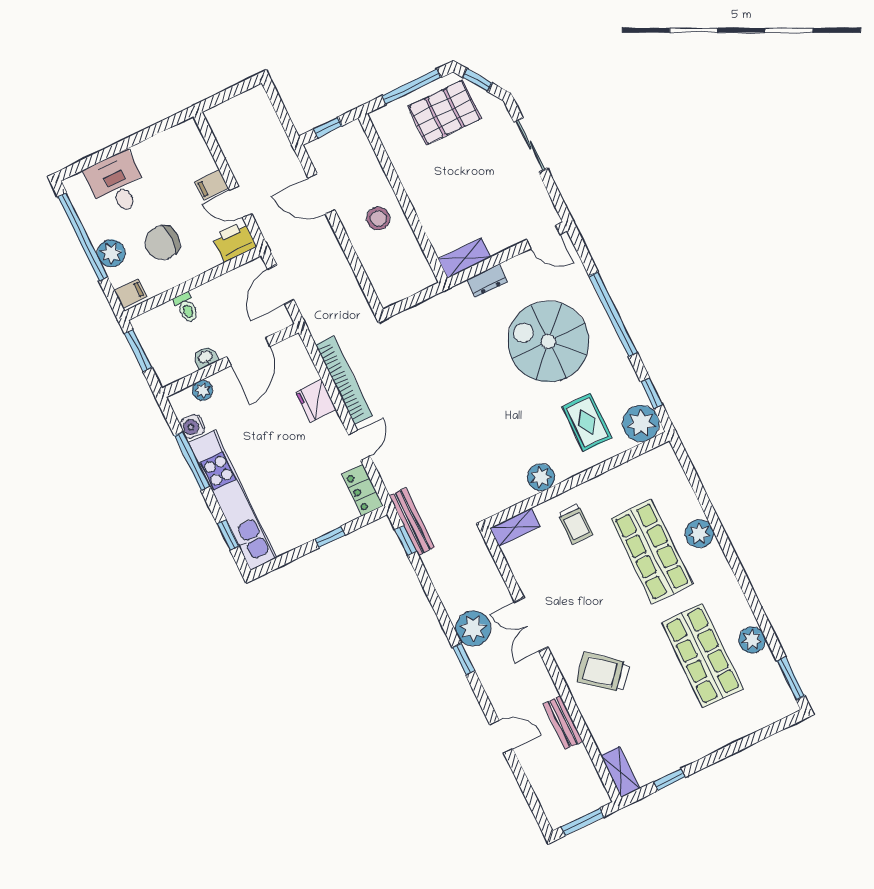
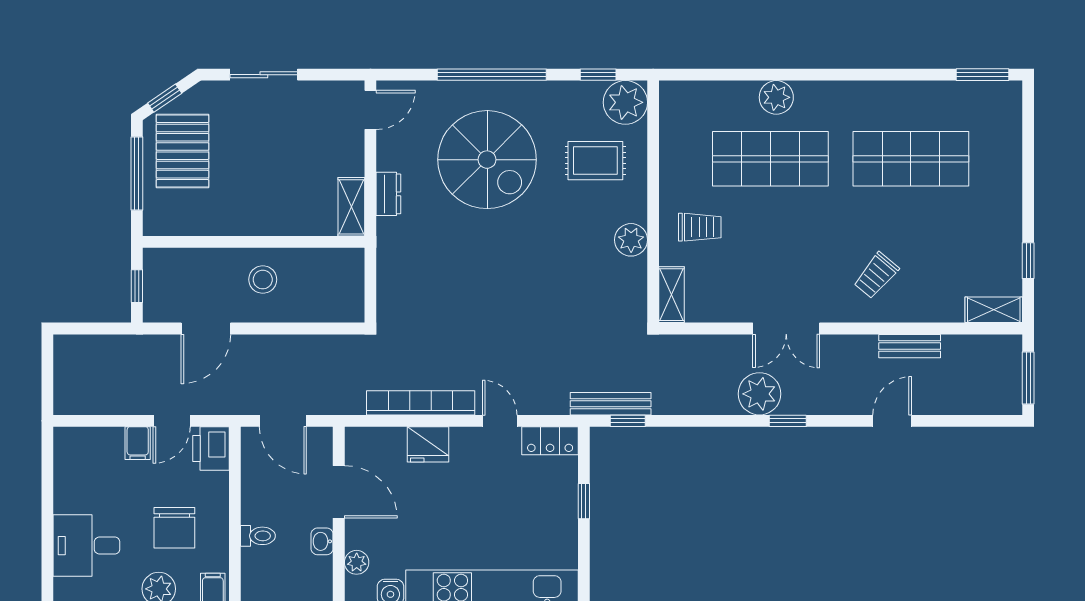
spiral stairs: (548, 341) -> (487, 160), turned -90
plant: (752, 640) -> (920, 96), removed
trolley: (603, 672) -> (876, 275), width x0.73, depth x0.72

